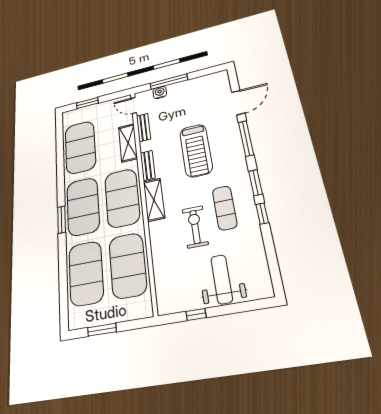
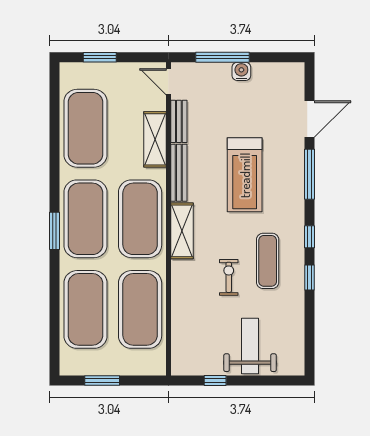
water cooler: (160, 92) -> (241, 71), moved
bench: (148, 165) -> (179, 173), width x1.36
window: (256, 183) -> (310, 237), width x0.67
exercise bike: (195, 227) -> (229, 277), width x0.73, depth x0.72

